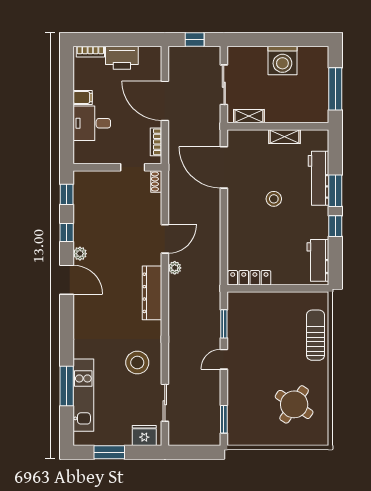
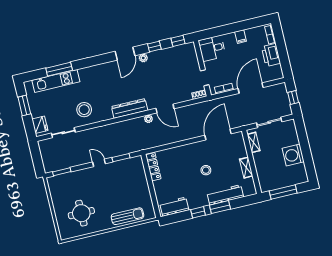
desk: (92, 123) -> (212, 48), moved, turned -90
round table: (294, 404) -> (81, 213), turned -33

